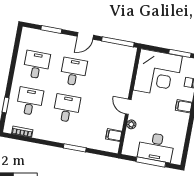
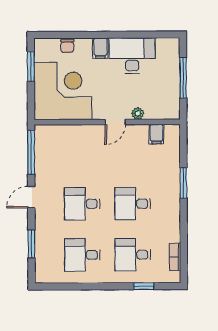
door: (85, 36) -> (31, 197), swing flipped
desk: (156, 147) -> (132, 56), moved, turned -90

